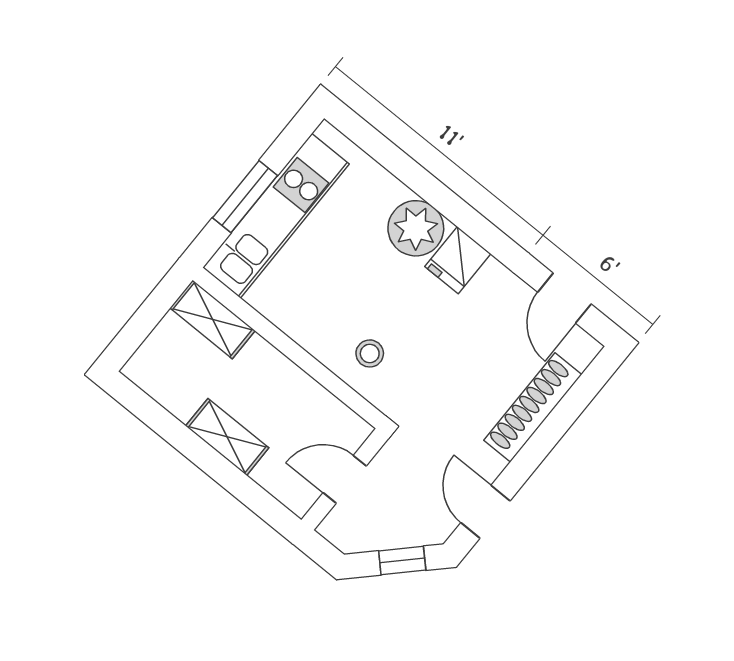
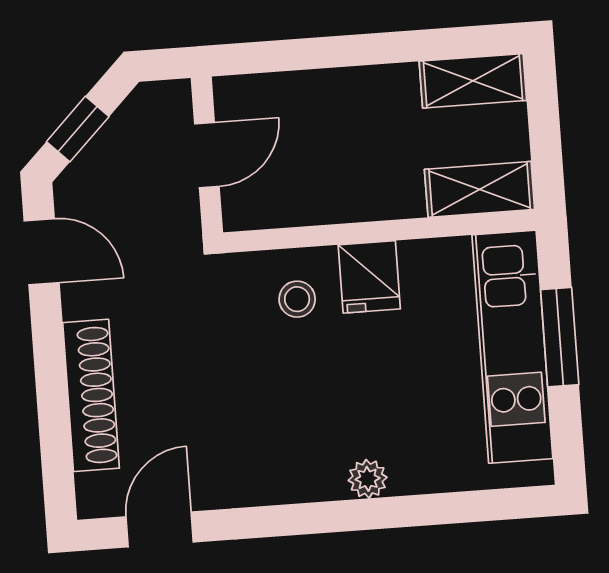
plant: (416, 228) -> (368, 479), width x0.53, depth x0.53
fridge: (458, 260) -> (369, 277), moved, turned 180
door: (564, 298) -> (160, 529), hinge flipped
shelving: (227, 437) -> (473, 81), moved

